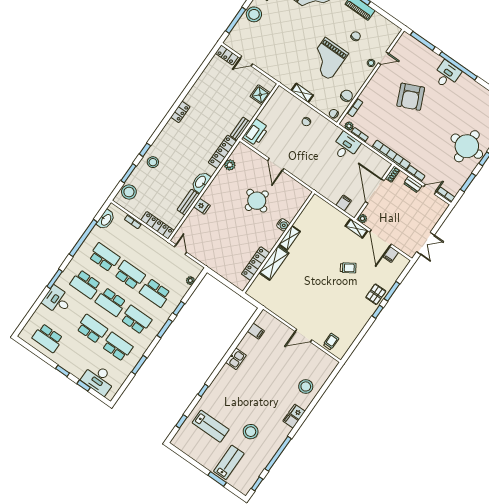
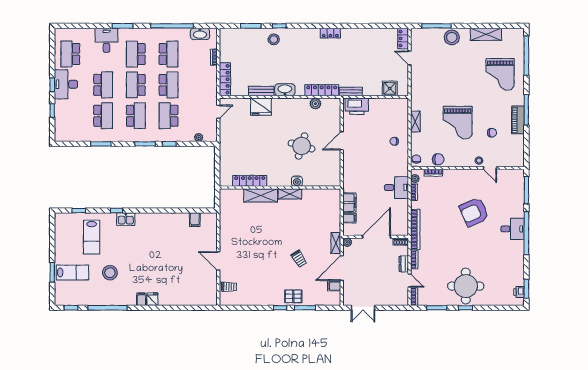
grand piano: (328, 59) -> (458, 123), turned -90
stool: (129, 192) -> (236, 37), removed
filing cabinet: (331, 194) -> (349, 203), added
fridge: (202, 206) -> (261, 107), width x1.88, depth x1.34
kitchen sink: (236, 359) -> (126, 219), moved
desk: (99, 379) -> (66, 84), moved
stool: (306, 386) -> (178, 292), removed

